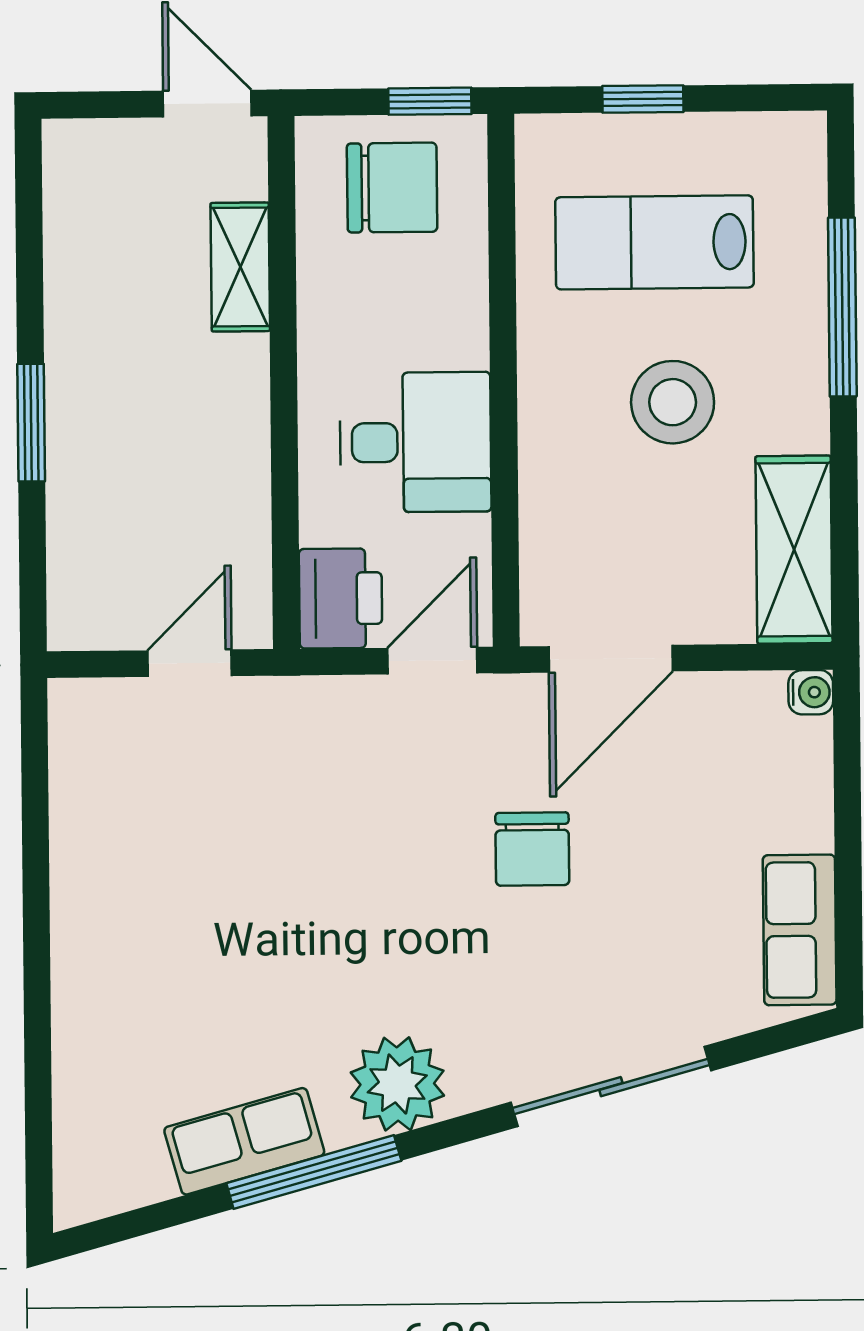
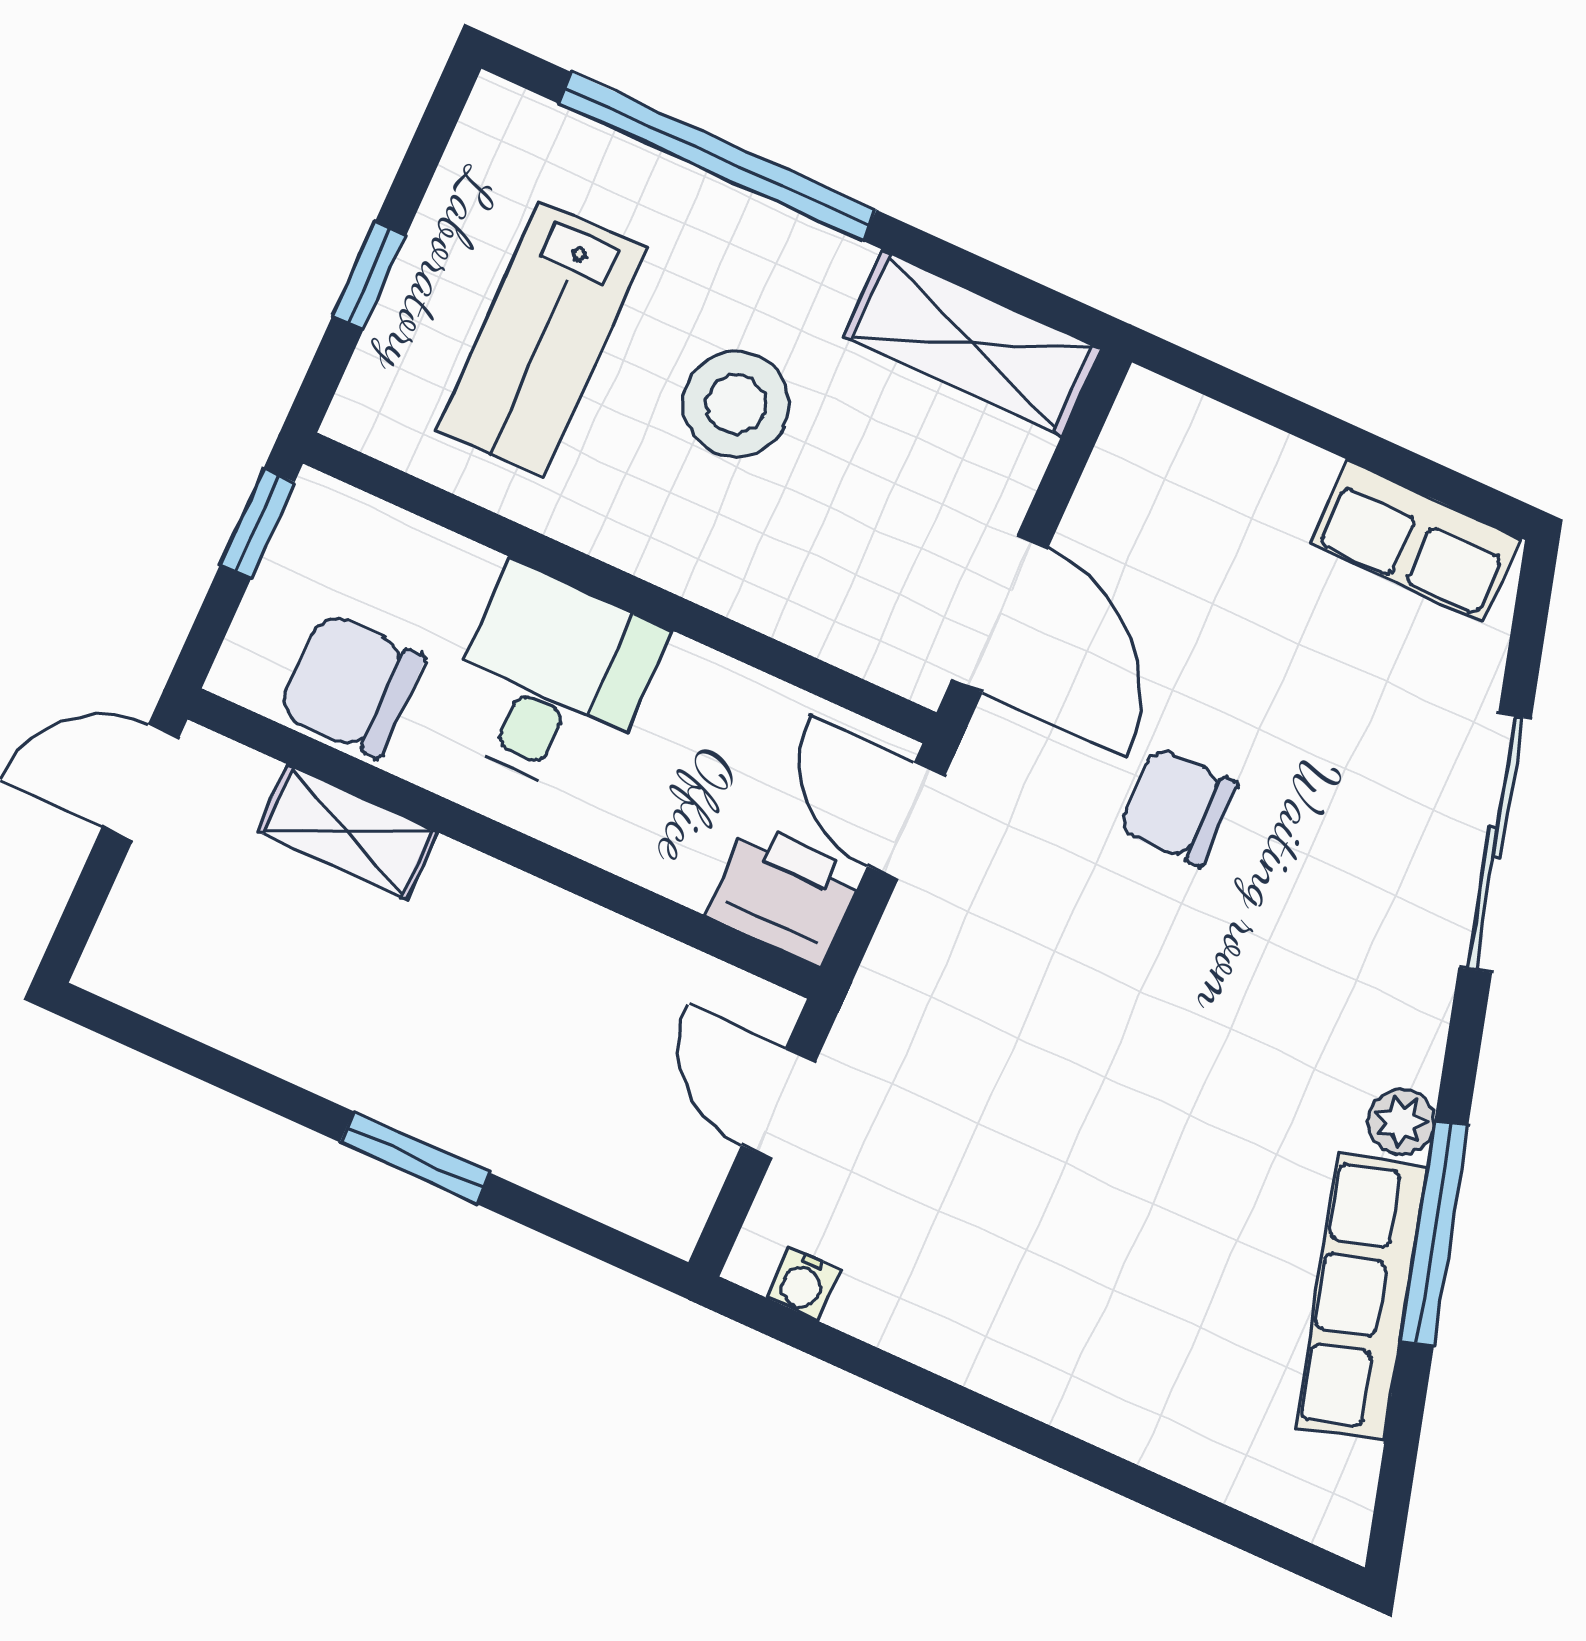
chair: (392, 188) -> (351, 685), moved, turned -90
window: (842, 307) -> (717, 157), width x1.46
desk: (415, 442) -> (552, 681), moved
water cooler: (811, 692) -> (803, 1283), moved, turned 180
chair: (532, 849) -> (1178, 807), turned 180
plant: (397, 1084) -> (1401, 1122), width x0.53, depth x0.53
row of seats: (244, 1141) -> (1361, 1297), width x1.48

